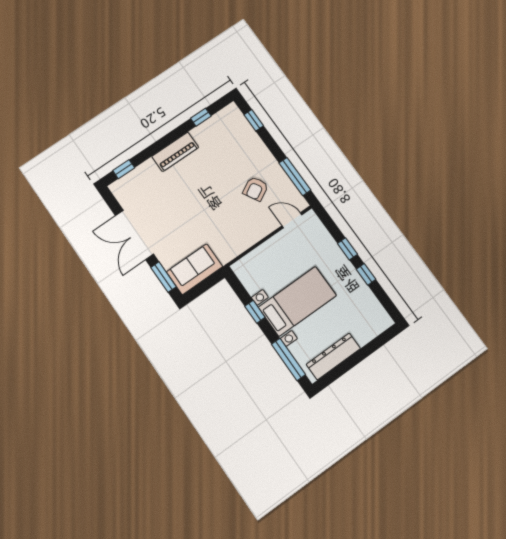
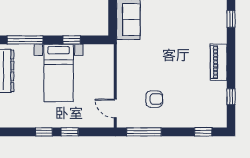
armchair: (256, 189) -> (154, 99), turned 119
door: (292, 220) -> (115, 108), swing flipped

